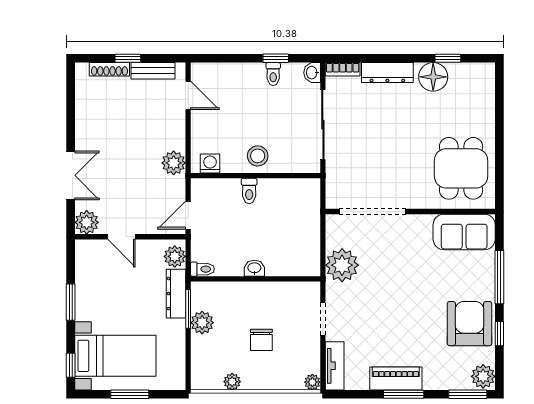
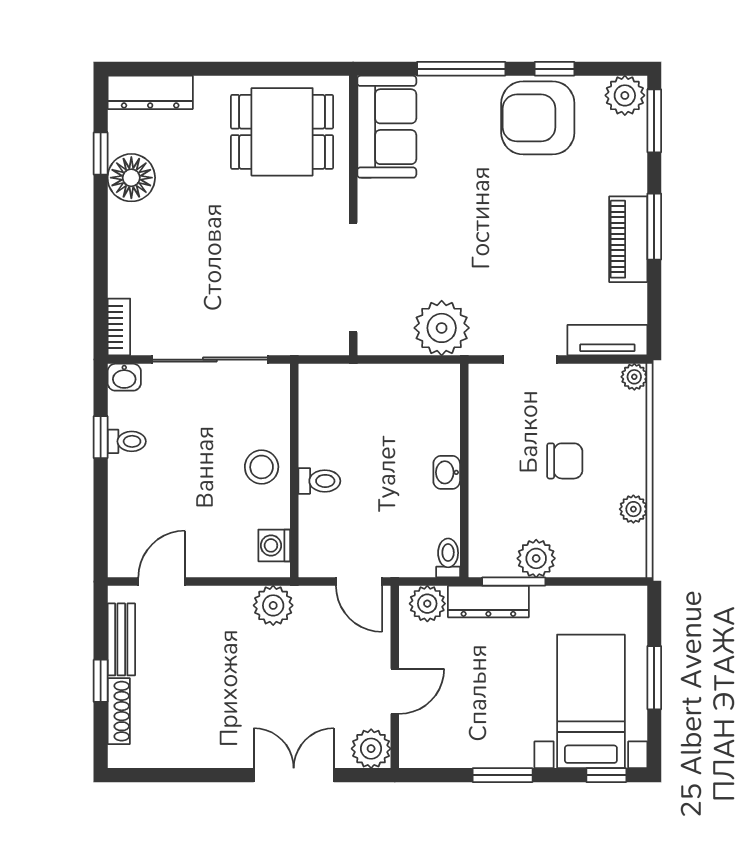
dresser: (387, 73) -> (150, 92), moved, turned 90

